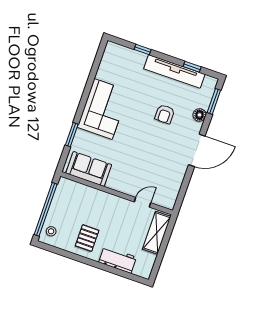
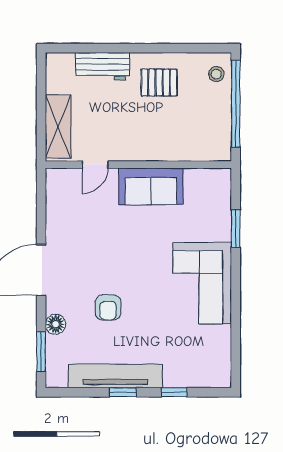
window: (192, 67) -> (123, 392), moved
armchair: (165, 114) -> (108, 307), turned 180
sofa: (89, 169) -> (151, 186), moved
pallet: (87, 238) -> (159, 83), turned 90

